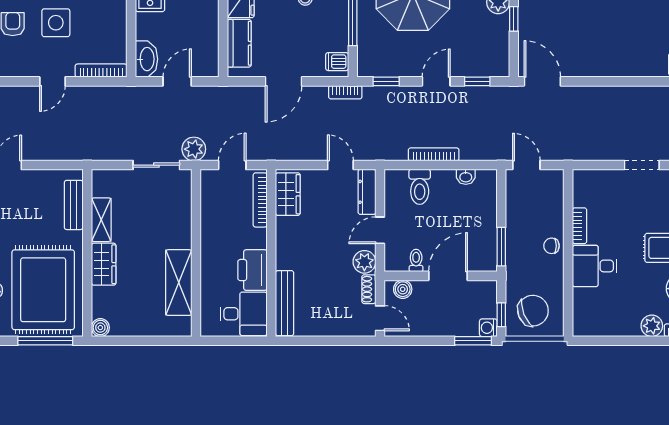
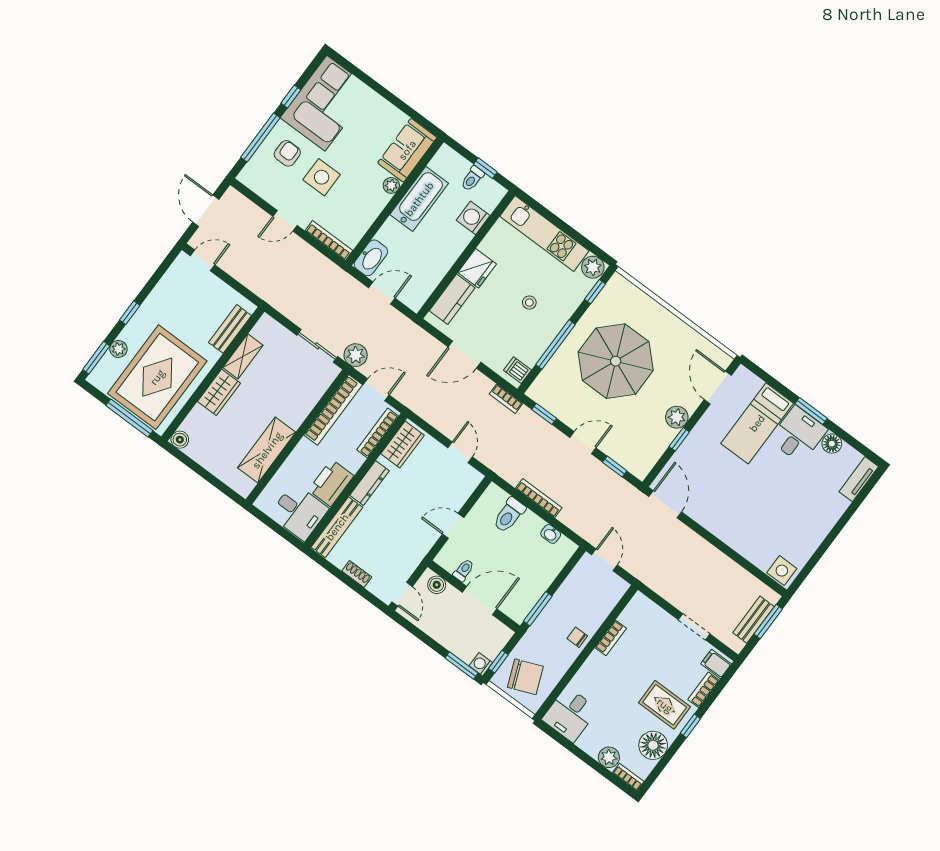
dresser: (367, 192) -> (370, 483), moved, turned 180
bookcase: (209, 208) -> (333, 410), added
plant: (364, 262) -> (423, 541), removed
desk: (595, 266) -> (570, 714), moved, turned -90
shoe rack: (369, 289) -> (357, 574), moved, turned 90

